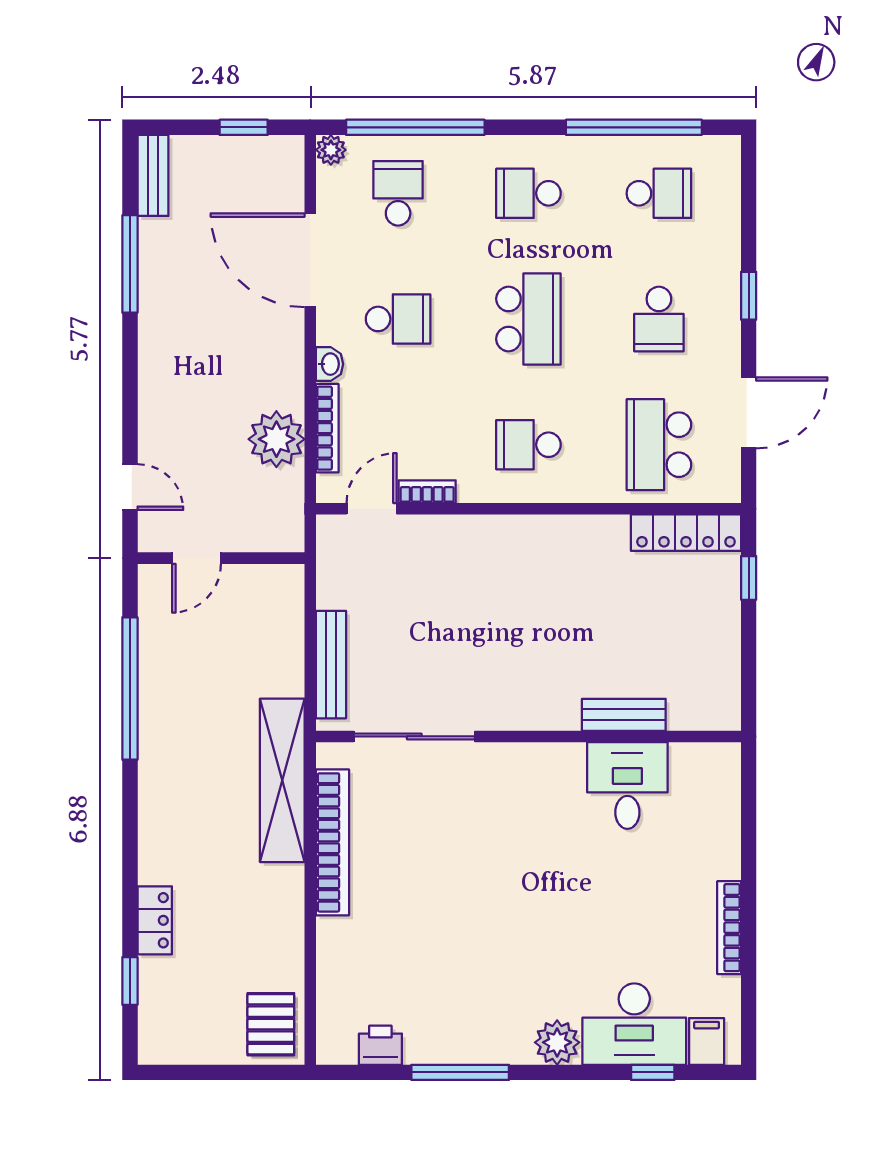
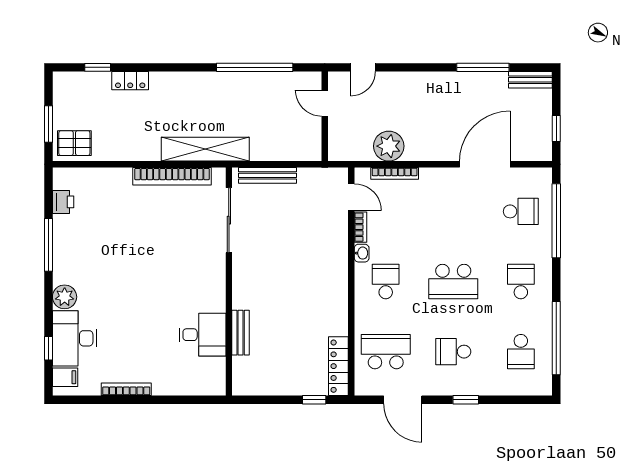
plant: (331, 150) -> (544, 175), removed
school desk: (398, 319) -> (453, 211), removed
washbasin: (330, 364) -> (362, 253), moved, turned -90
window: (235, 1072) -> (48, 124), added

